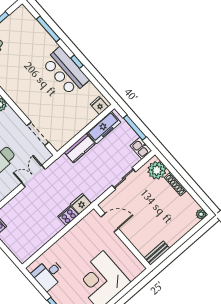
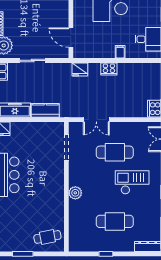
cooker: (68, 216) -> (109, 69), moved
filing cabinet: (62, 245) -> (120, 52), added

